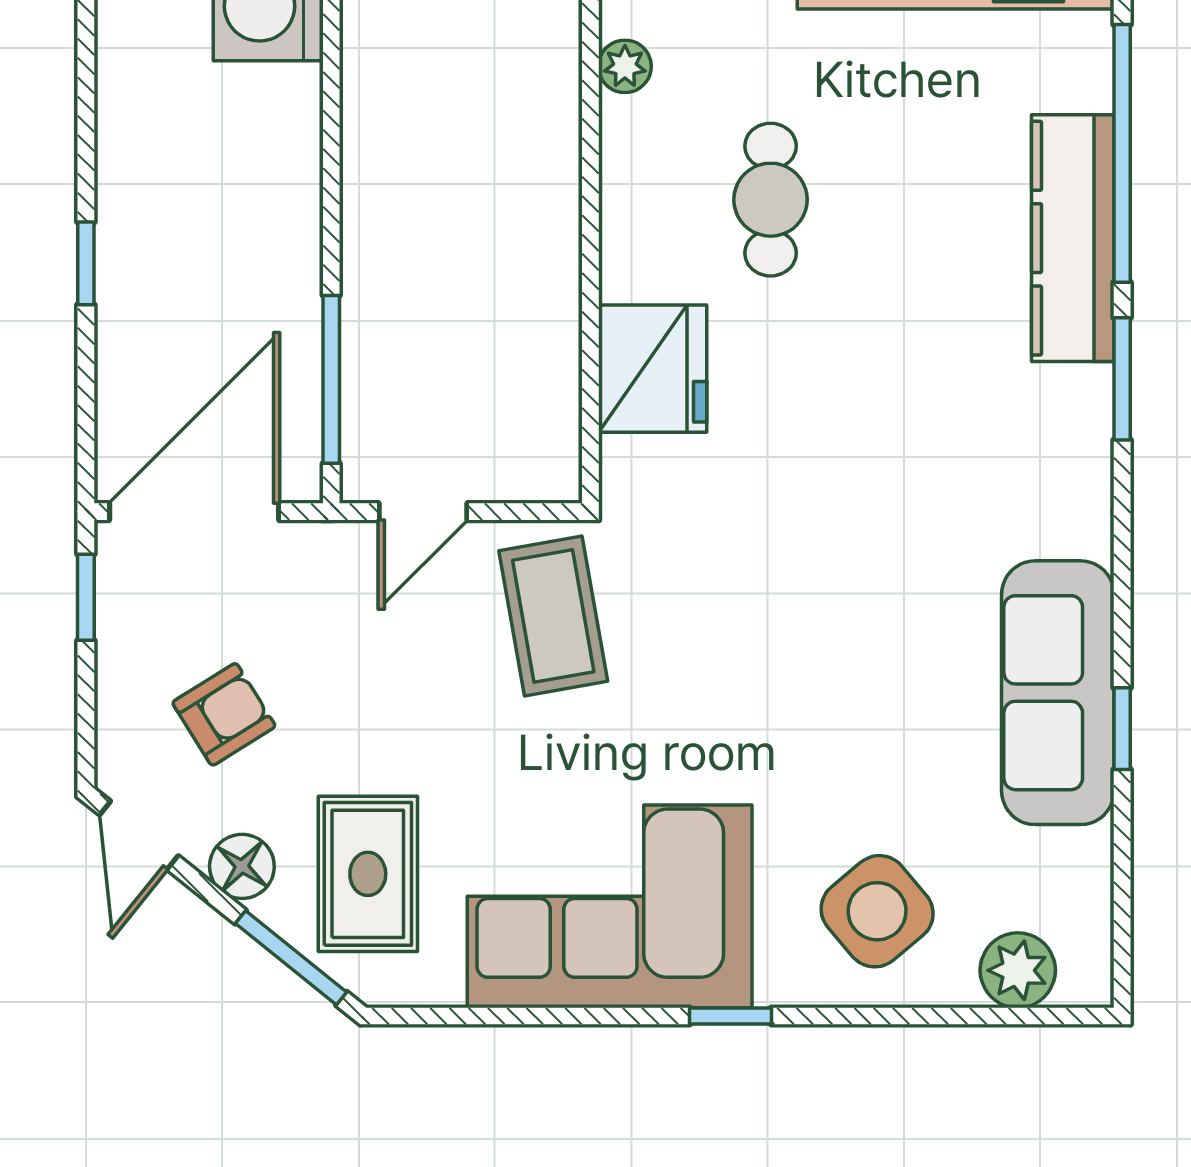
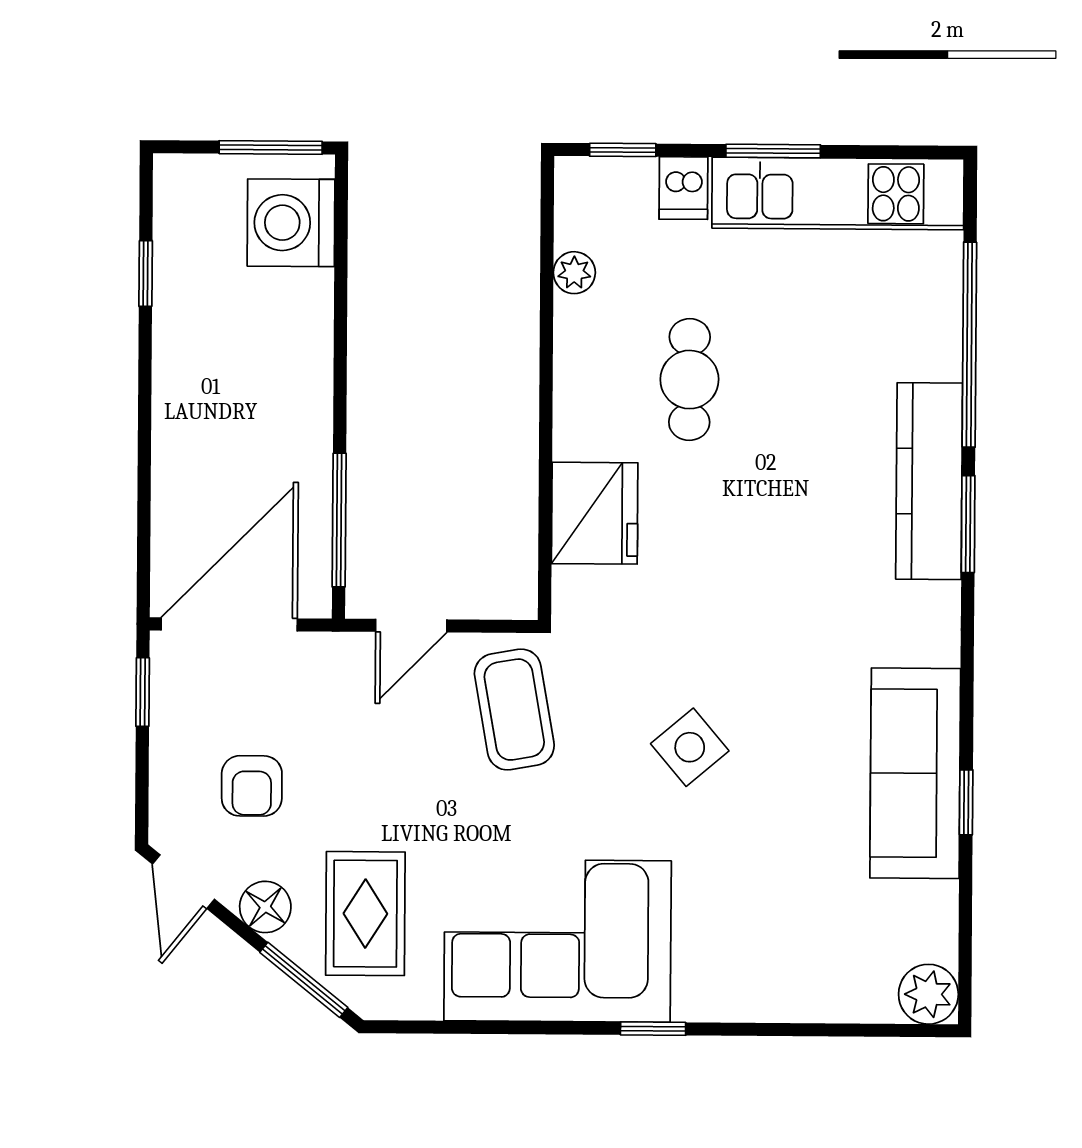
kitchen counter: (1073, 238) -> (929, 481), moved
window: (86, 263) -> (146, 274), moved
armchair: (224, 714) -> (252, 786), turned 122
side table: (877, 911) -> (690, 747), moved, width x0.73, depth x0.73
plant: (1018, 970) -> (928, 994), moved

